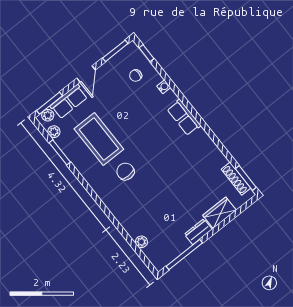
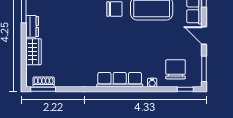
chair: (136, 76) -> (176, 69), width x1.87, depth x1.87
row of seats: (184, 117) -> (120, 80), width x1.48
shoe rack: (236, 179) -> (44, 82), width x0.70

